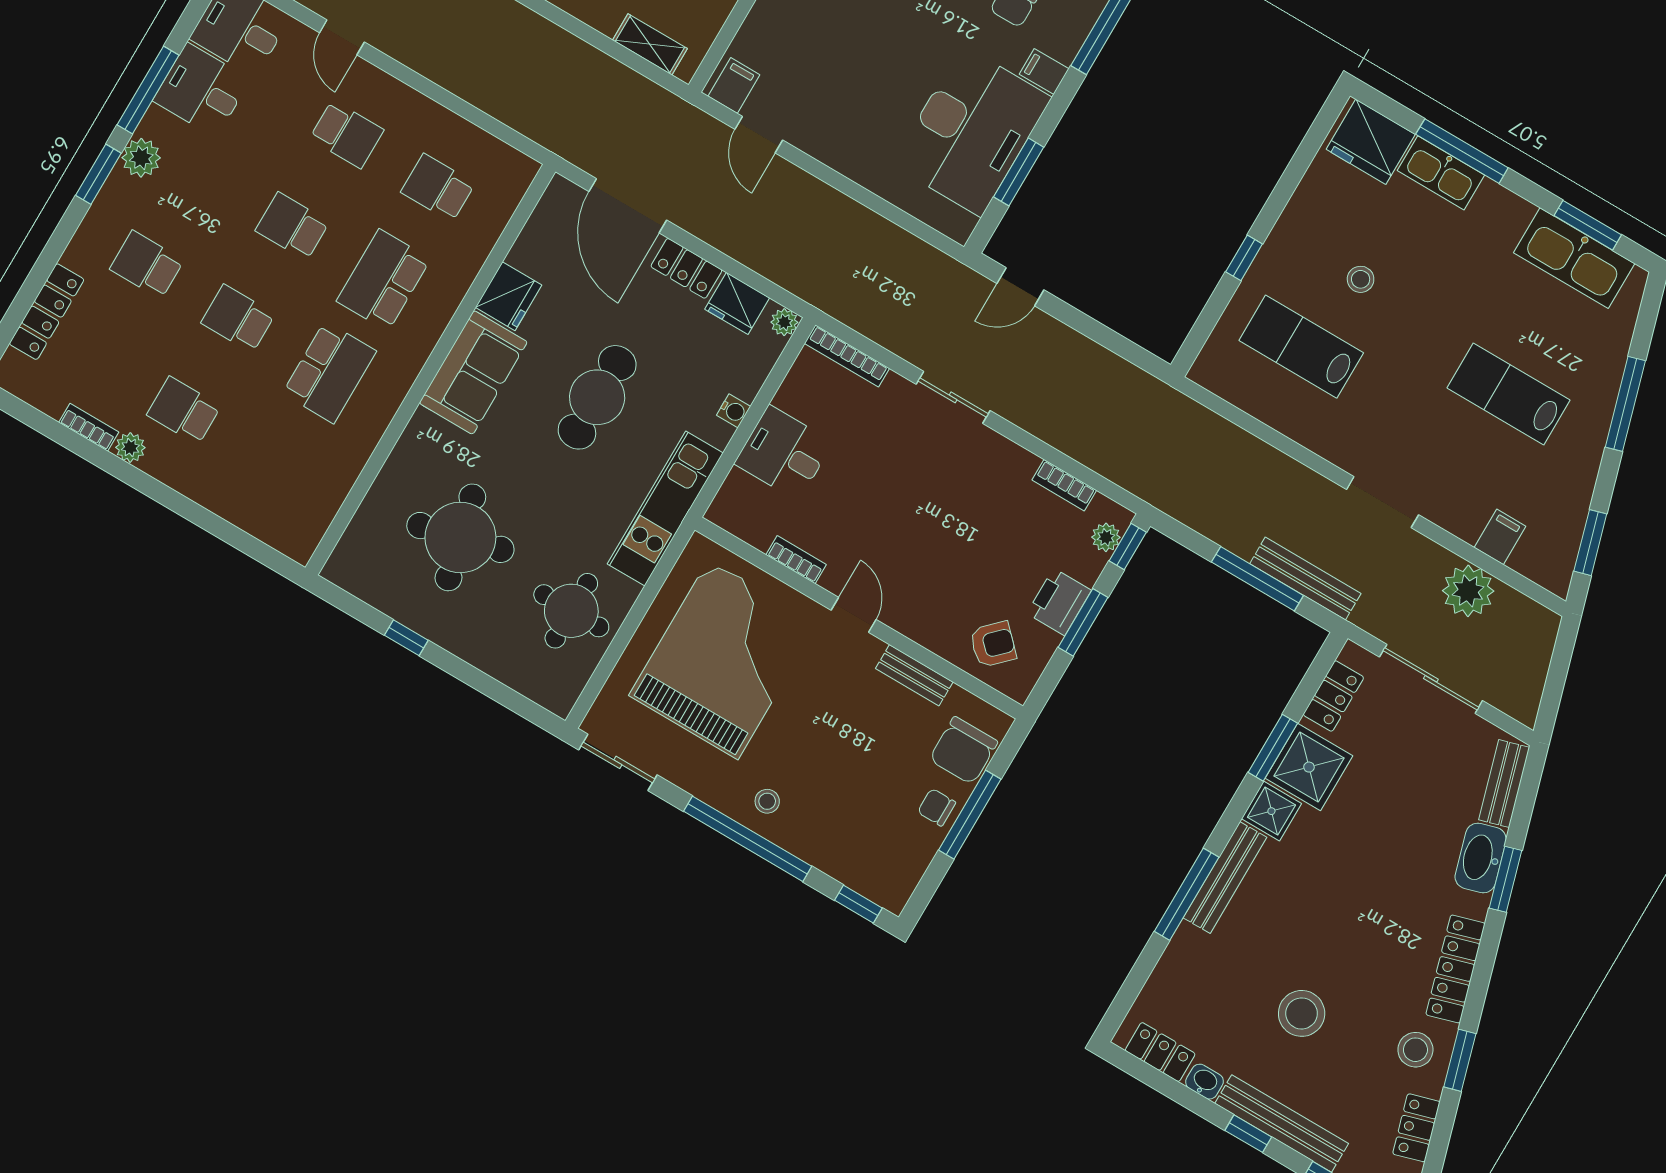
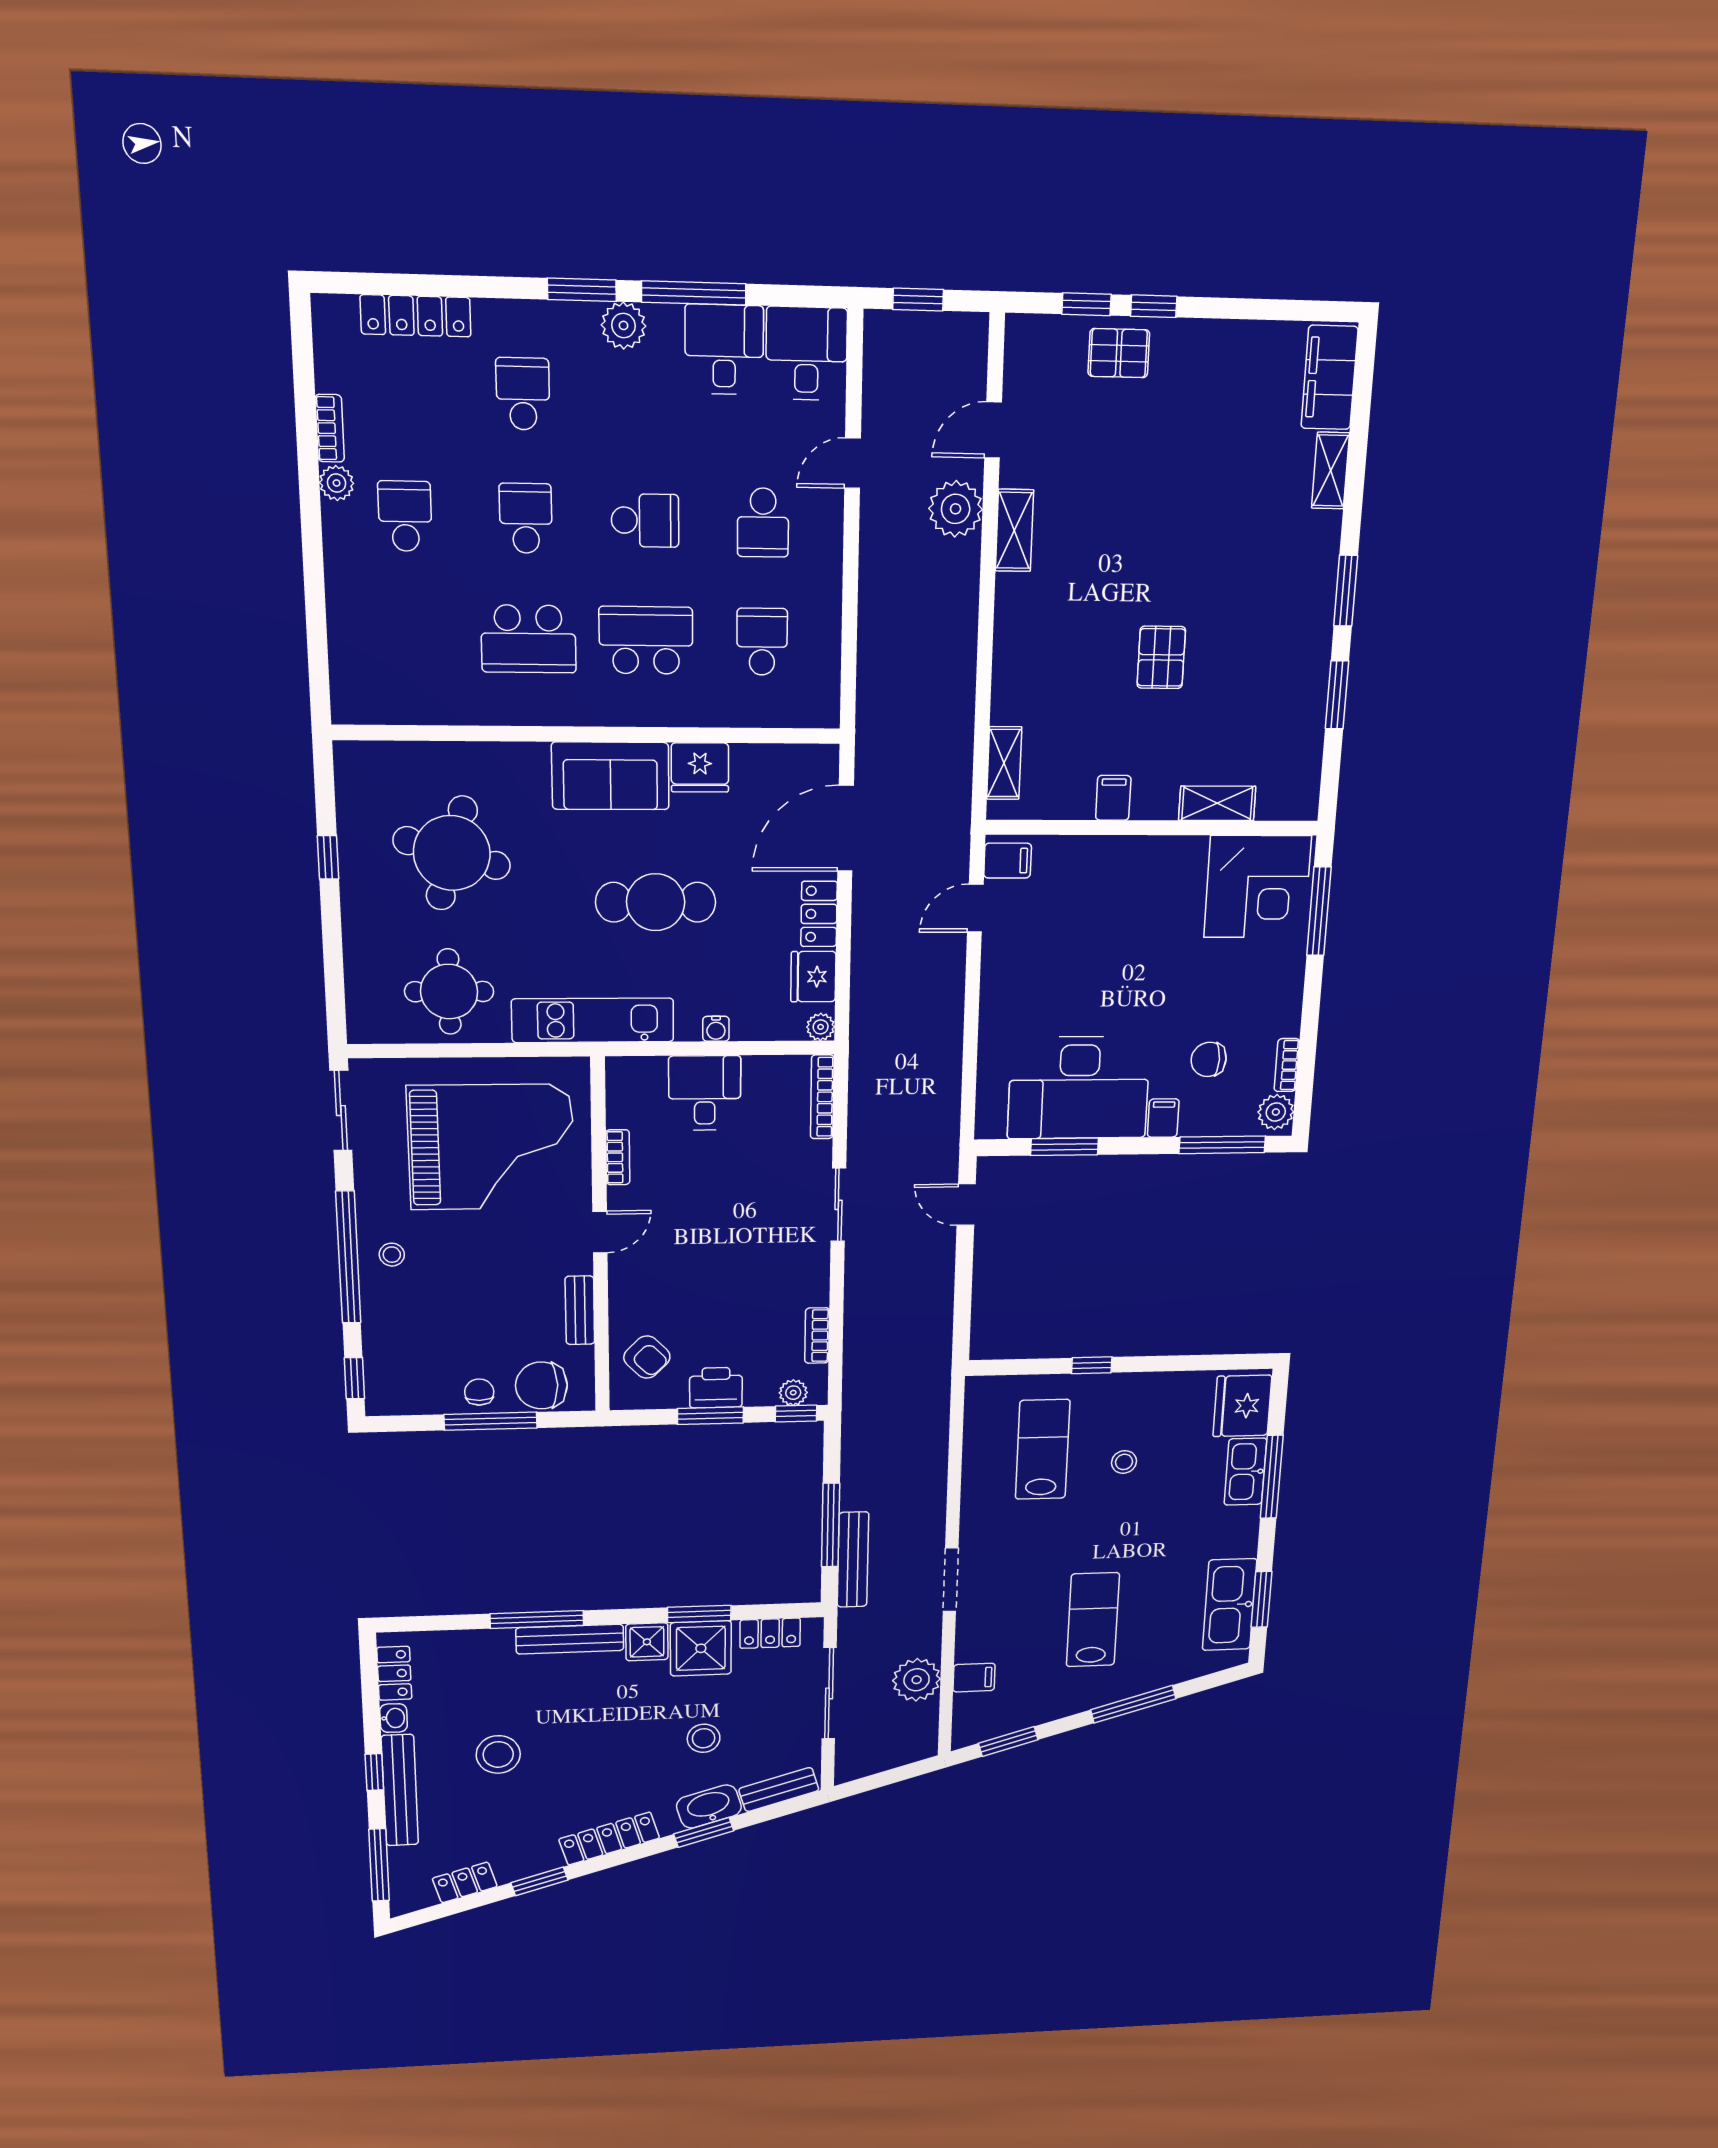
school desk: (292, 226) -> (645, 520), turned 90
round table: (460, 537) -> (452, 853), turned 30
stool: (1415, 1050) -> (704, 1738), moved

